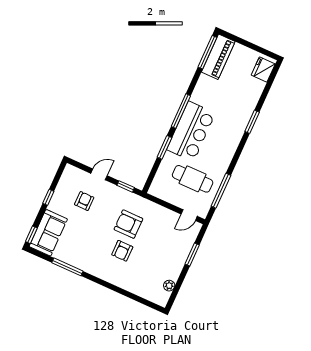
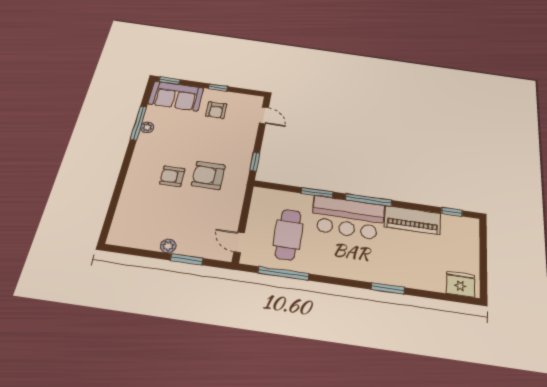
window: (207, 52) -> (452, 212), width x0.46
piano: (218, 57) -> (413, 220), moved
door: (99, 174) -> (264, 115), moved
armchair: (84, 201) -> (216, 110), moved, turned 90
armchair: (128, 224) -> (208, 175), turned -90
plant: (73, 261) -> (147, 127), added
plant: (169, 286) -> (168, 246), moved

